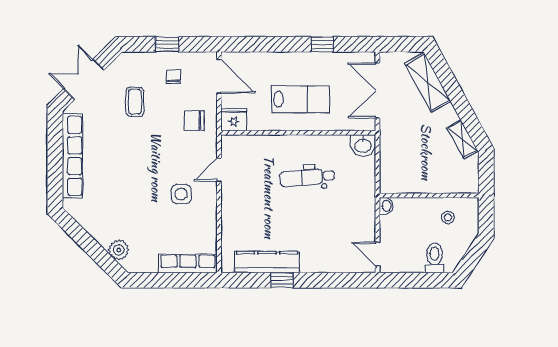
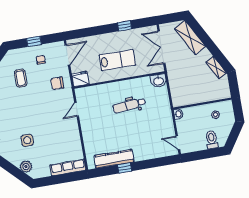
door: (219, 76) -> (67, 55), hinge flipped
side table: (181, 194) -> (27, 140), moved

